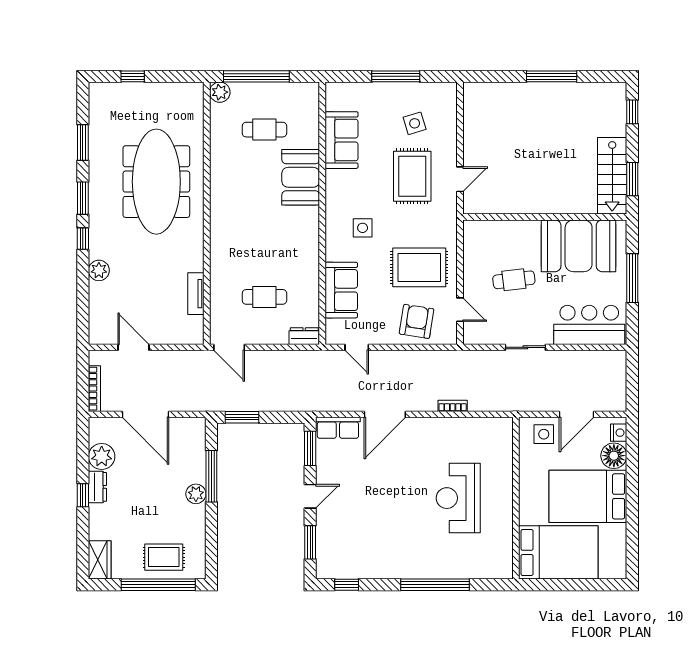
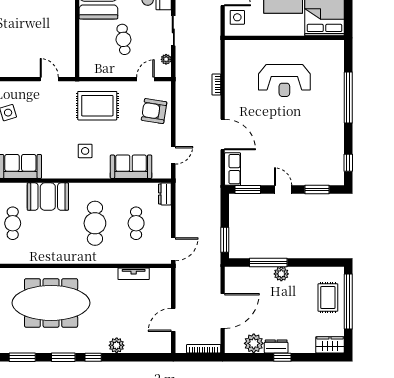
rug: (412, 176) -> (47, 114), removed
cafe table: (264, 241) -> (95, 223), added
rug: (419, 267) -> (97, 106), moved, turned 90
plant: (487, 338) -> (166, 59), added

